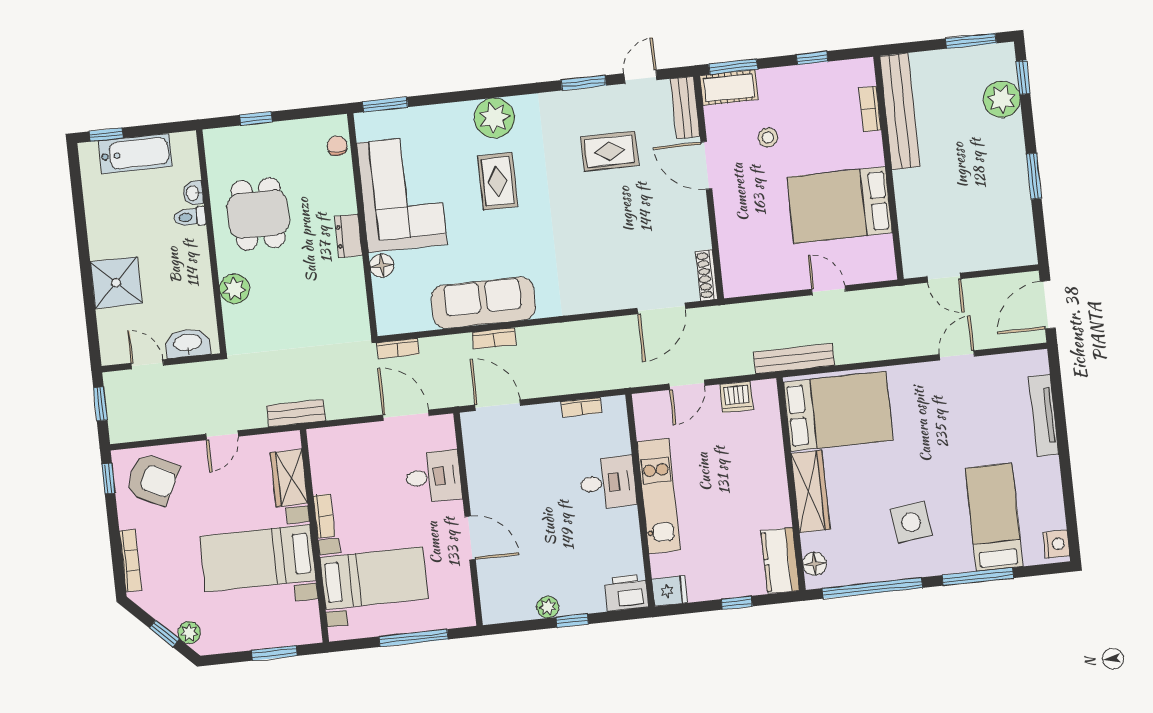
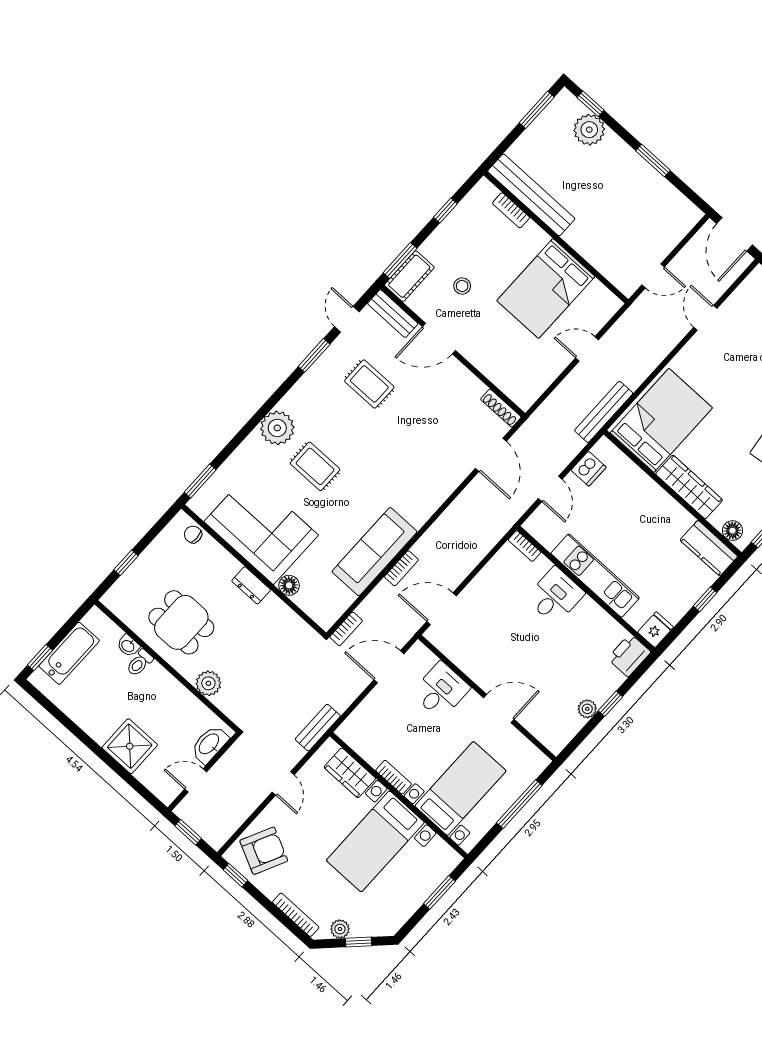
rug: (610, 151) -> (369, 384), turned 90
bookcase: (581, 407) -> (524, 546), moved, turned 90
plant: (189, 633) -> (340, 929), moved

